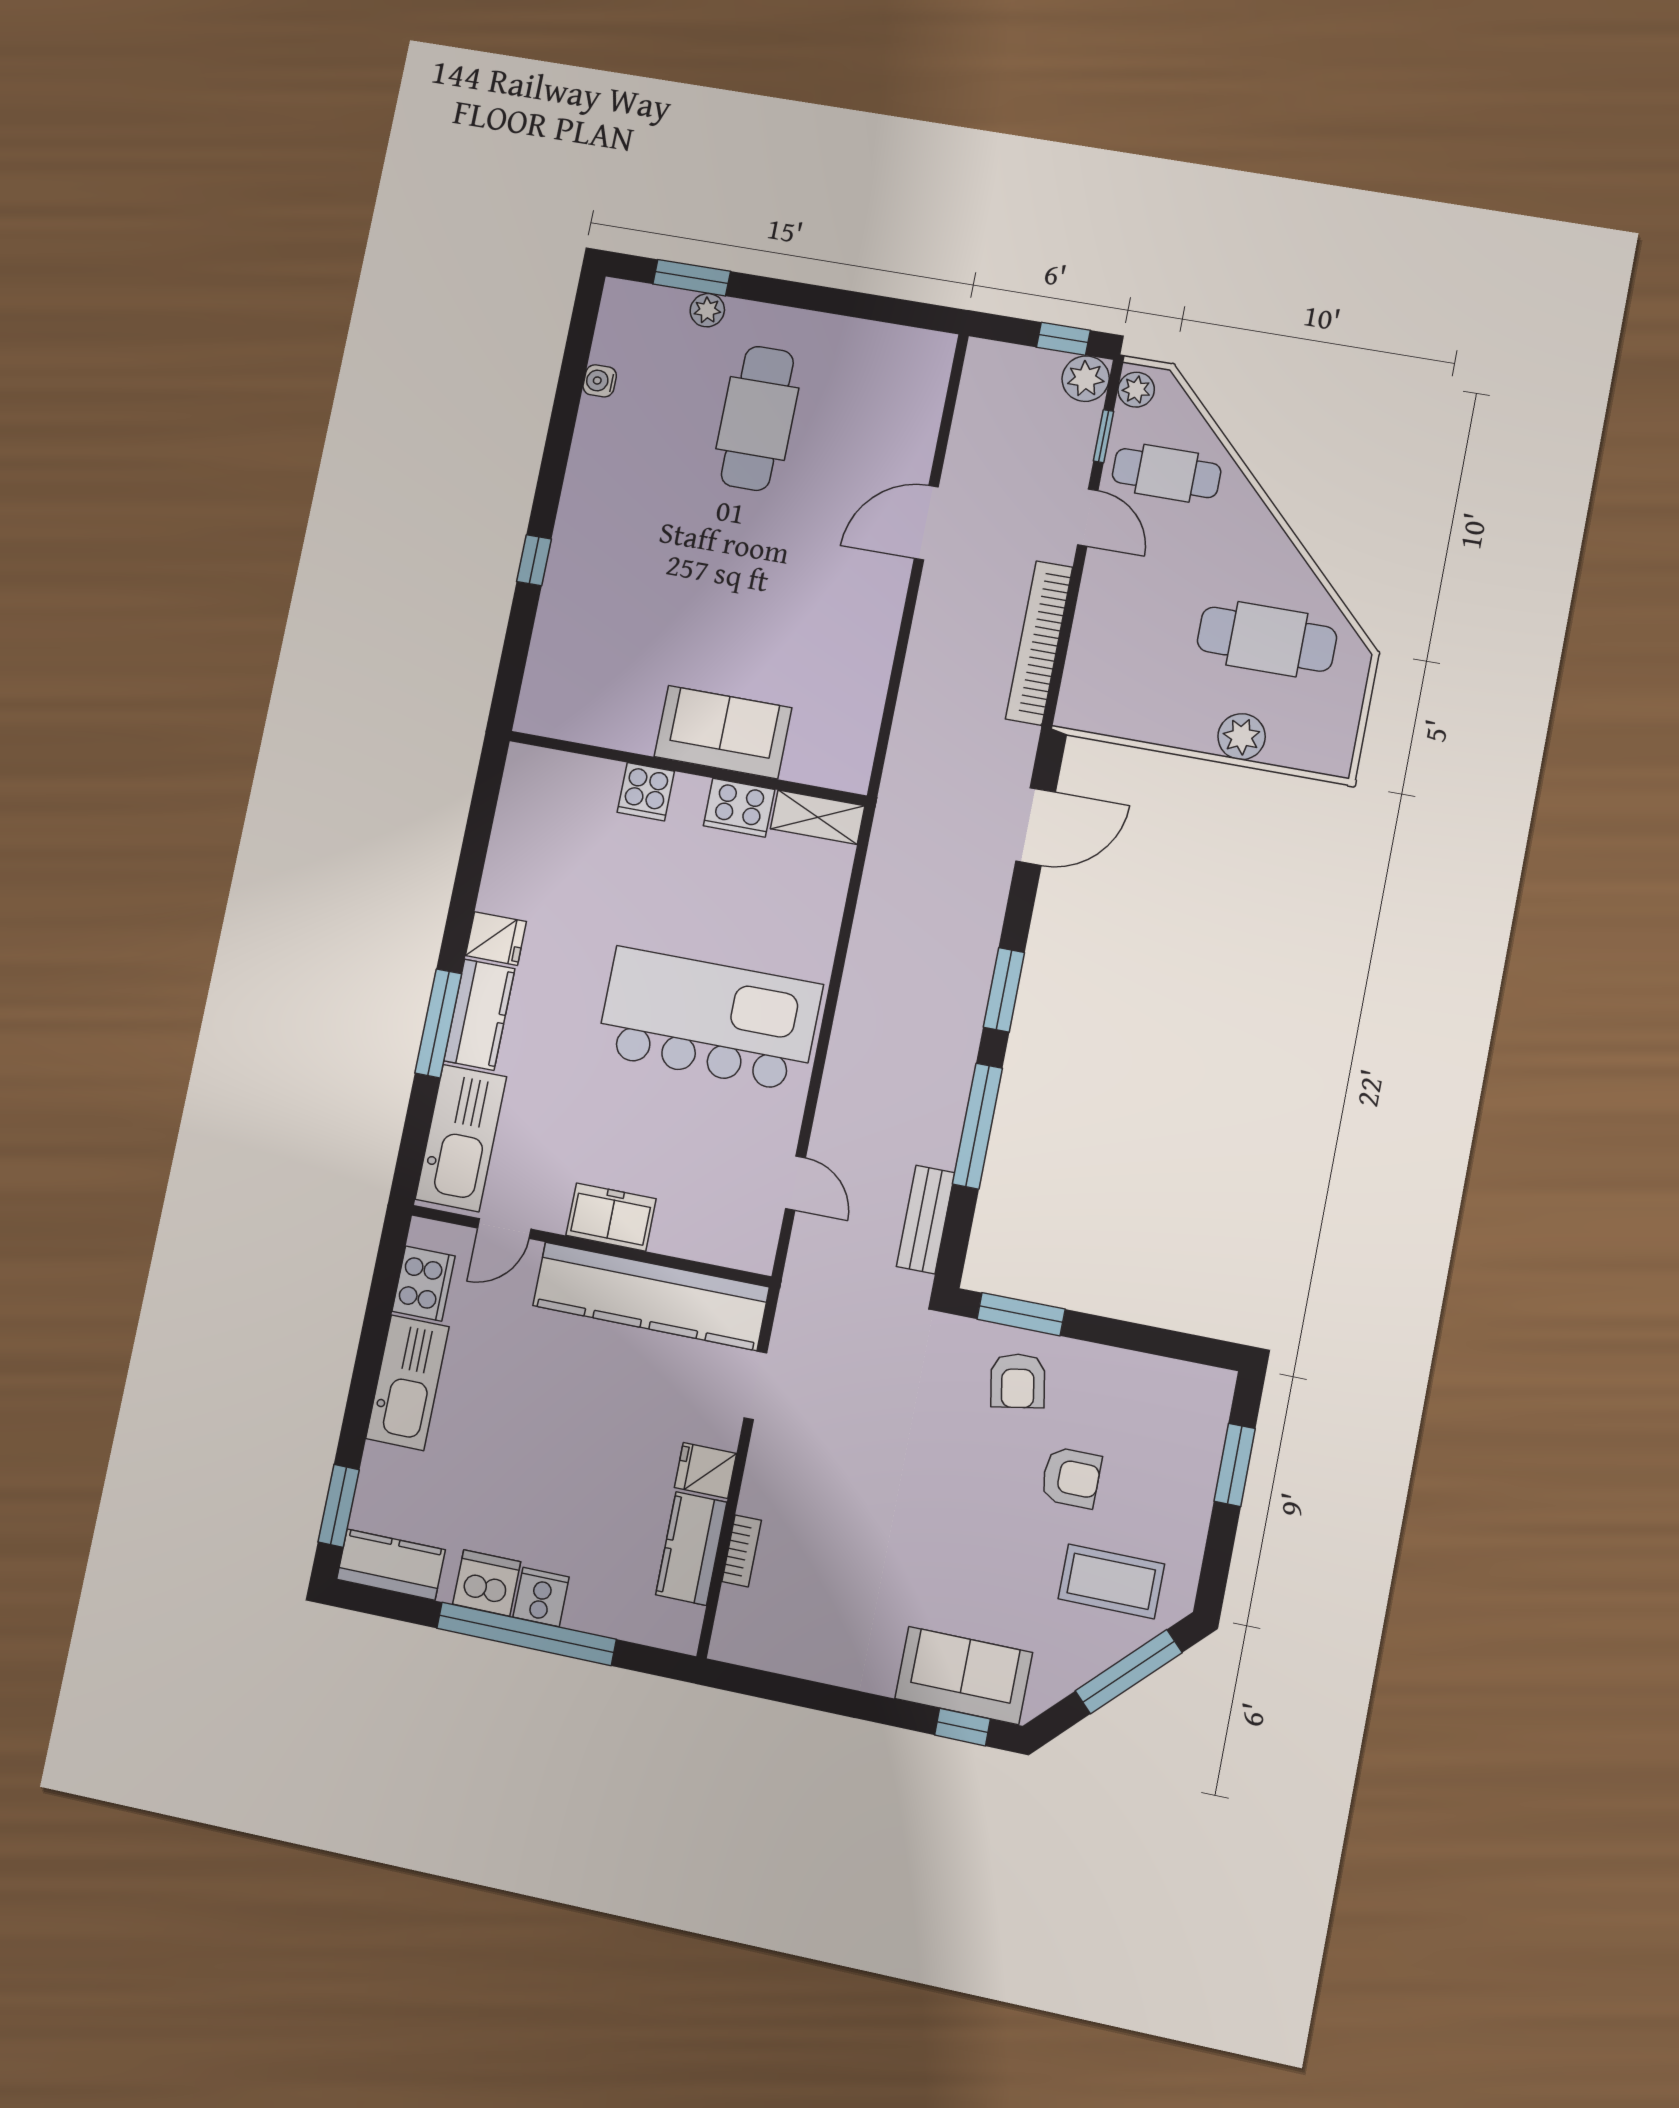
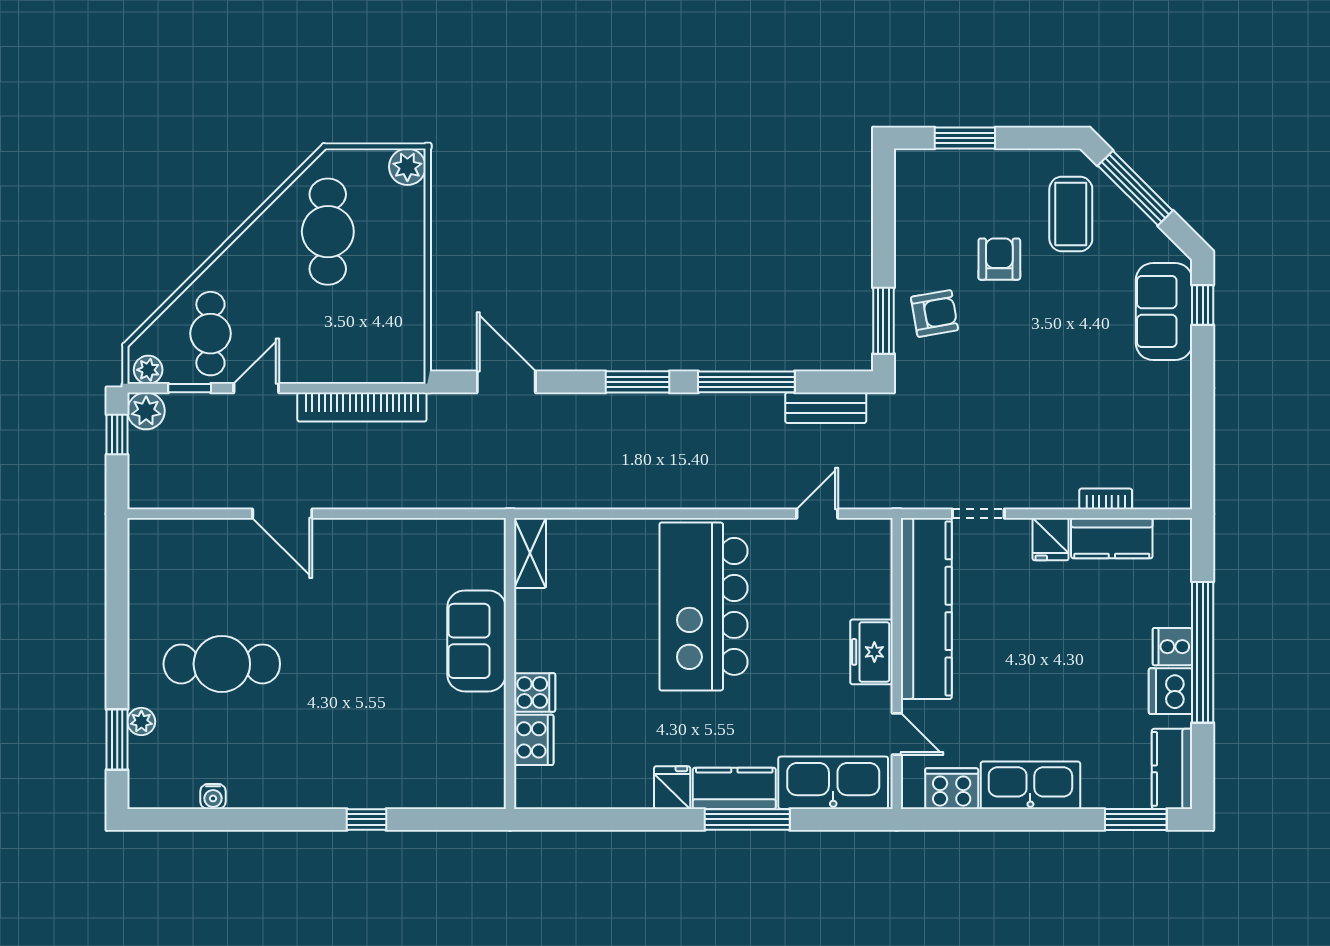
plant: (1242, 737) -> (407, 167), moved
cooker: (739, 808) -> (534, 740), moved

